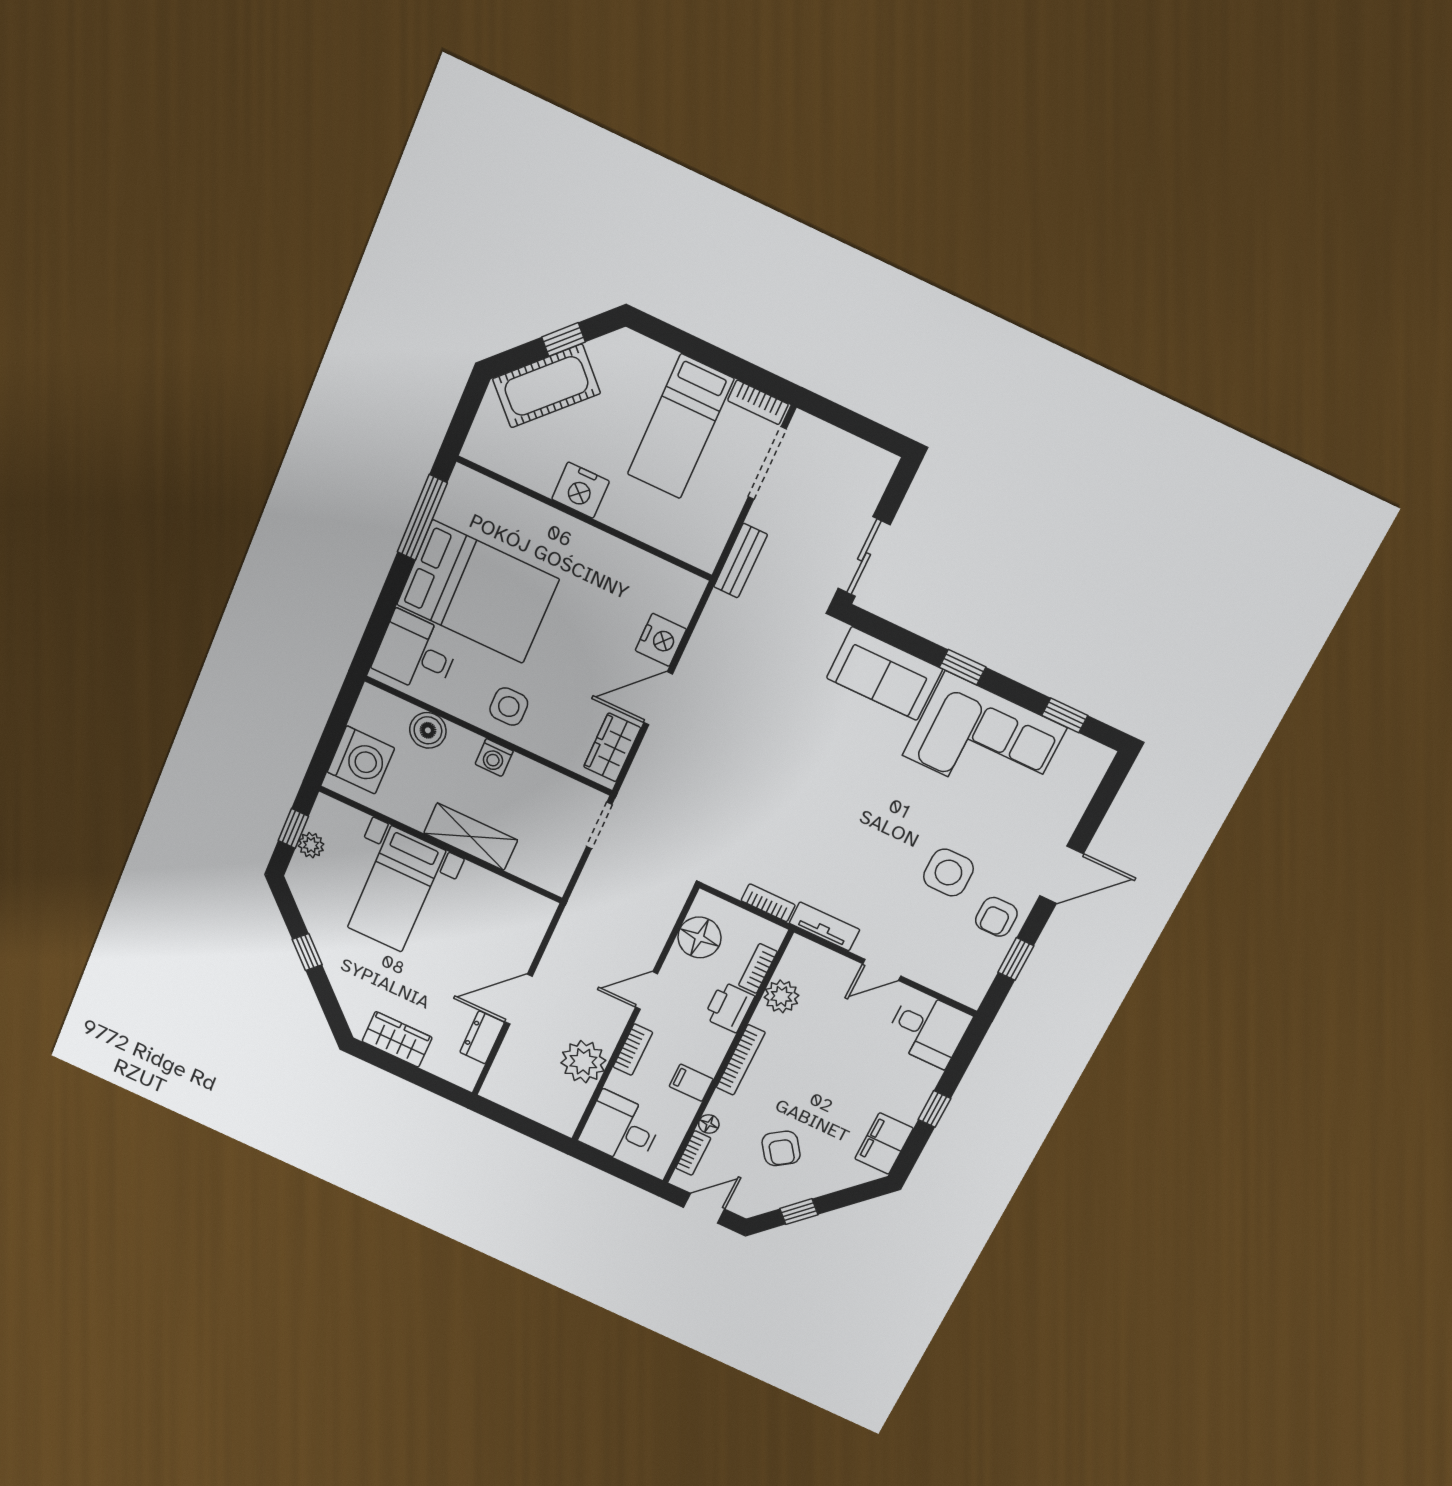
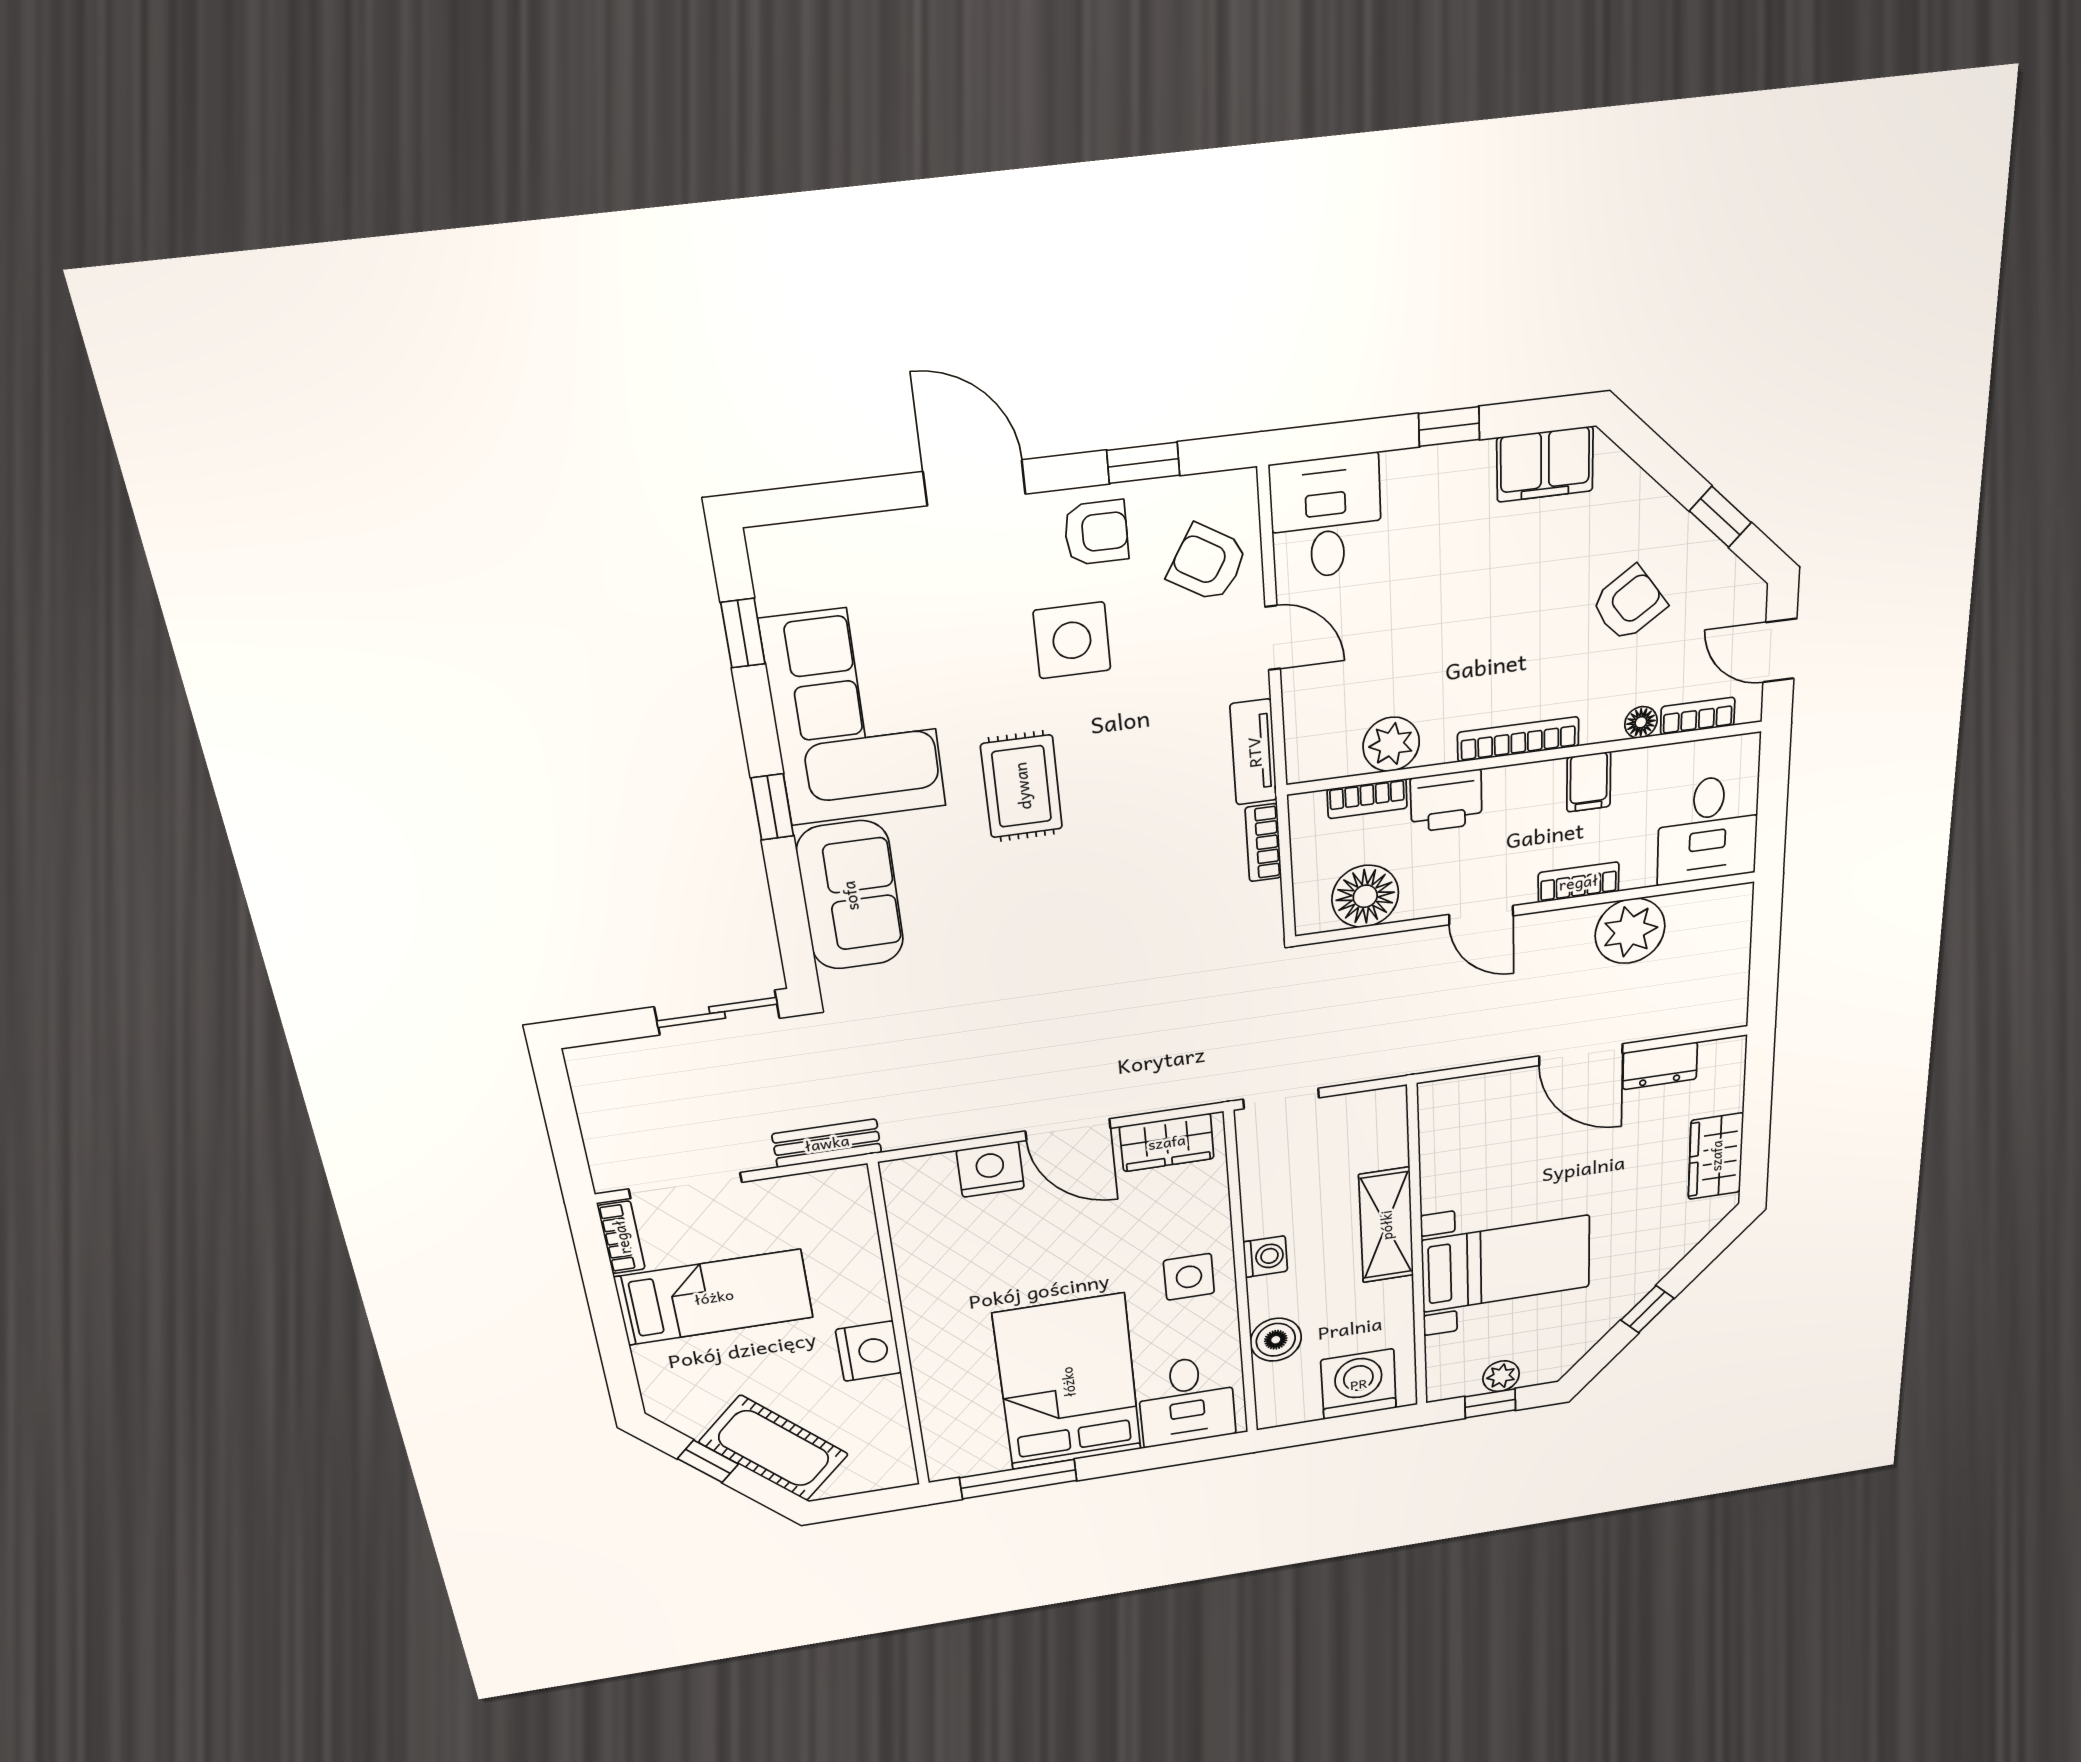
rug: (886, 800) -> (1022, 786), added
armchair: (944, 961) -> (1208, 563), added

